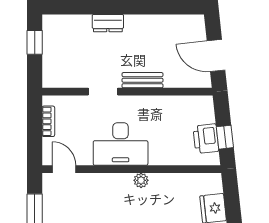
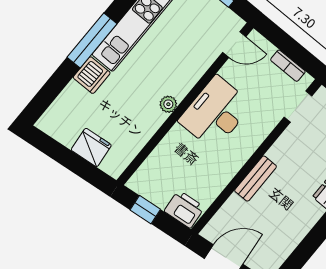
doorway: (103, 92) -> (298, 106), moved
printer: (206, 139) -> (184, 209), moved

